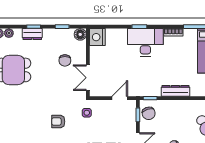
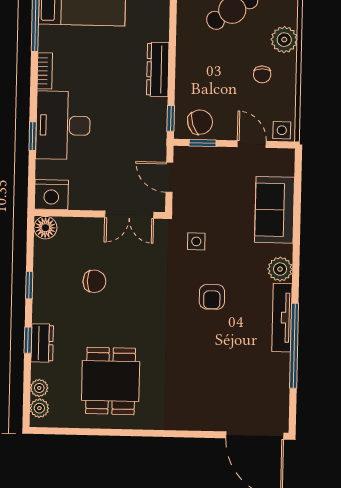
floor lamp: (80, 34) -> (45, 228), moved
nightstand: (97, 37) -> (51, 195), moved
wall: (88, 62) -> (100, 214), moved
double door: (88, 78) -> (129, 215), moved

